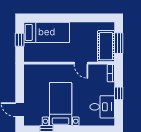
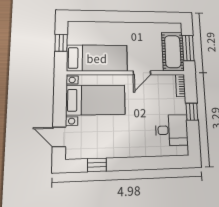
bed: (47, 32) -> (97, 58), moved
door: (81, 63) -> (142, 73), hinge flipped
bed with nightstands: (61, 104) -> (96, 100), moved, turned 90

